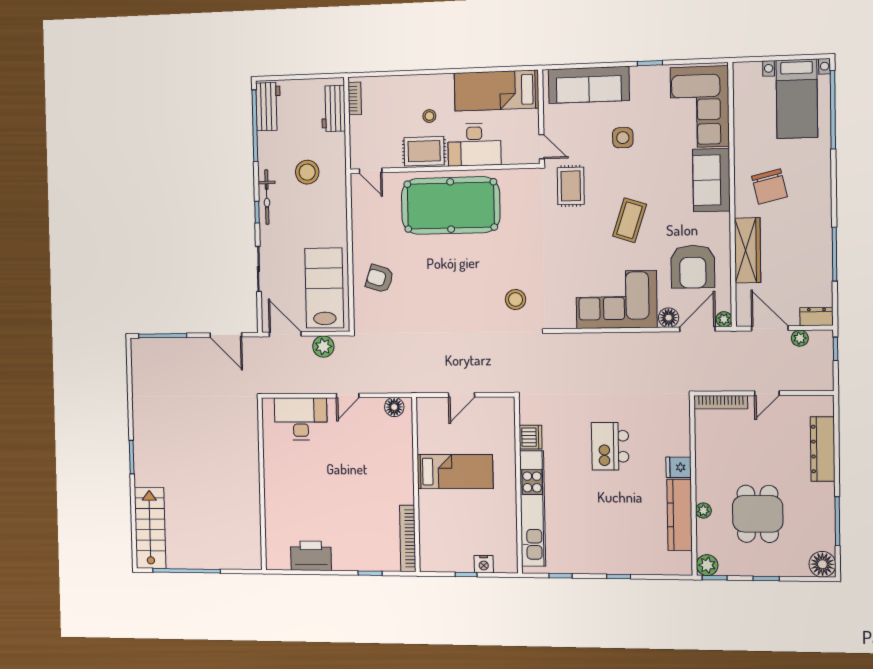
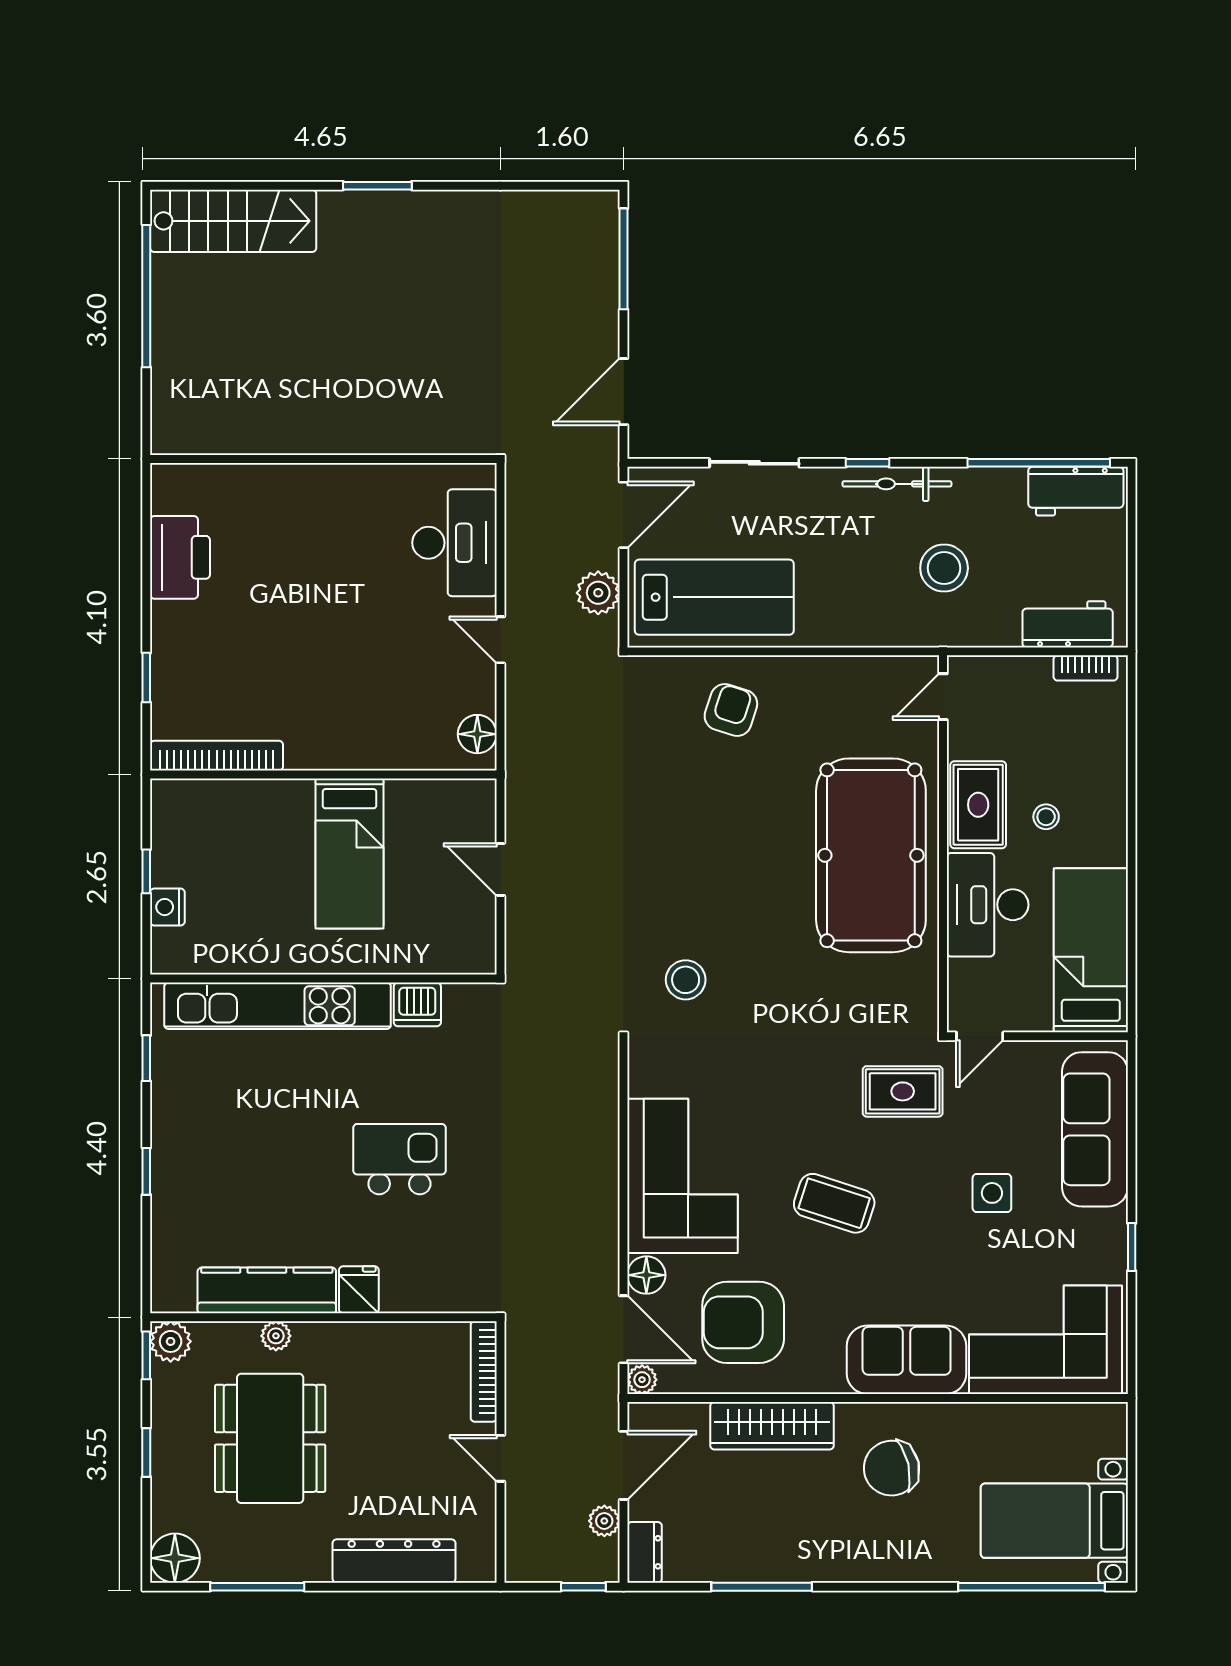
dining table: (758, 514) -> (270, 1438), width x1.38

